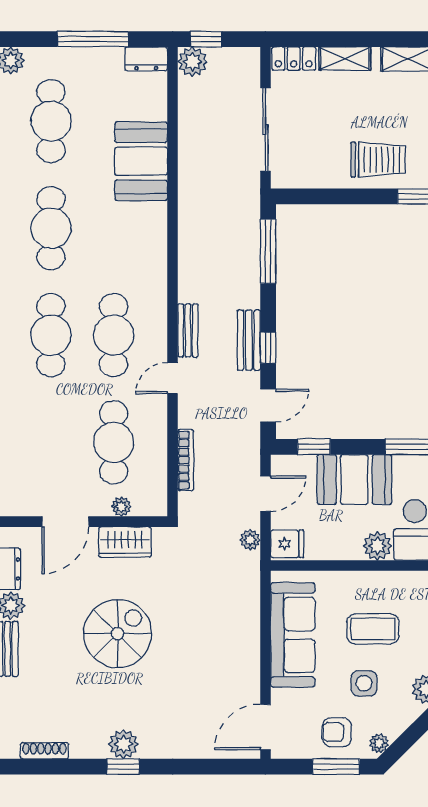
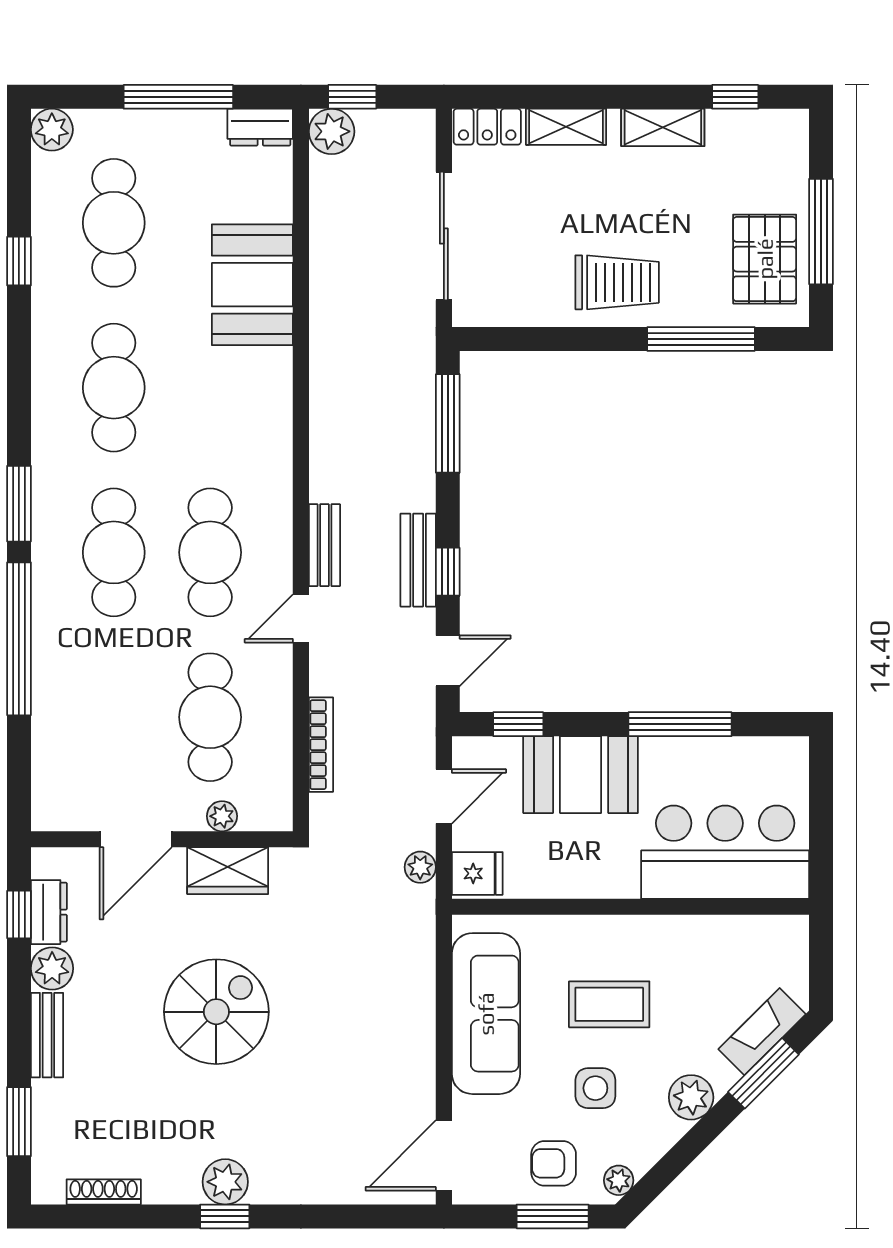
plant: (377, 546) -> (616, 877), removed

